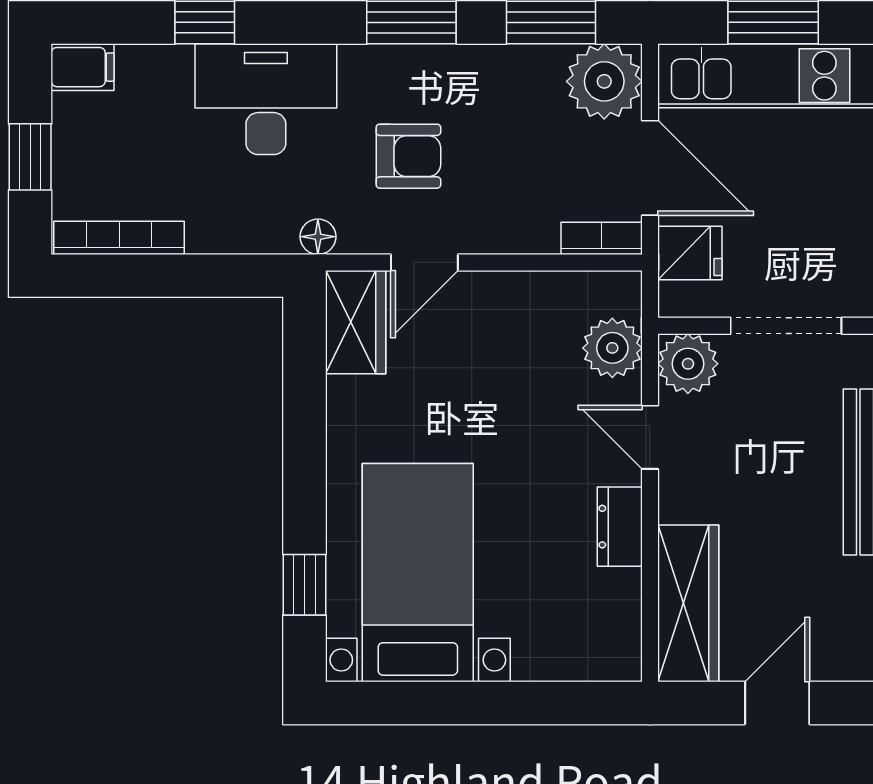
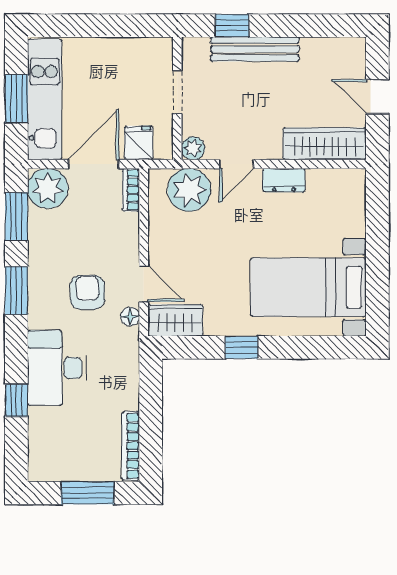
filing cabinet: (83, 67) -> (40, 465), removed
window: (30, 157) -> (88, 493), width x1.50
floor lamp: (318, 237) -> (130, 317), moved
doorway: (786, 326) -> (177, 92), width x0.73
plant: (612, 348) -> (189, 190), width x1.36, depth x1.36
plant: (688, 364) -> (193, 148), width x0.73, depth x0.73
window: (304, 585) -> (241, 347), moved

